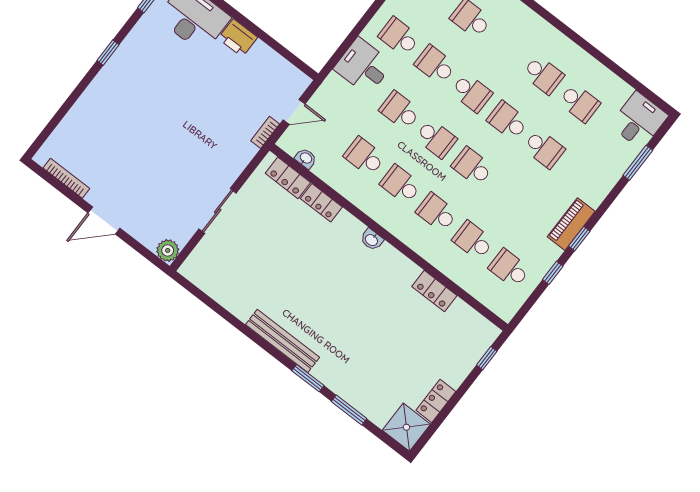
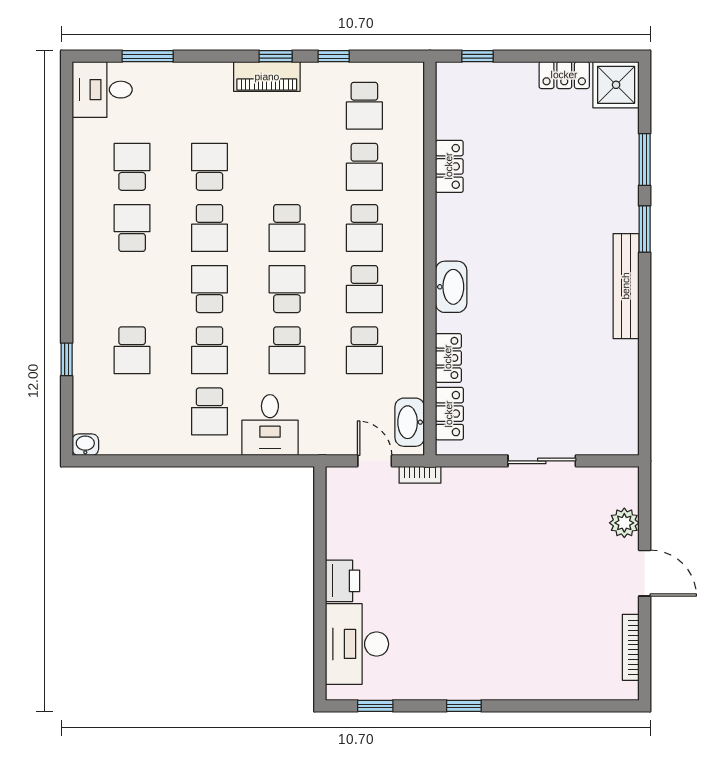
washbasin: (306, 158) -> (410, 422), width x1.91, depth x1.45
washbasin: (372, 240) -> (451, 287), width x1.91, depth x1.45
plant: (168, 250) -> (624, 523), moved

